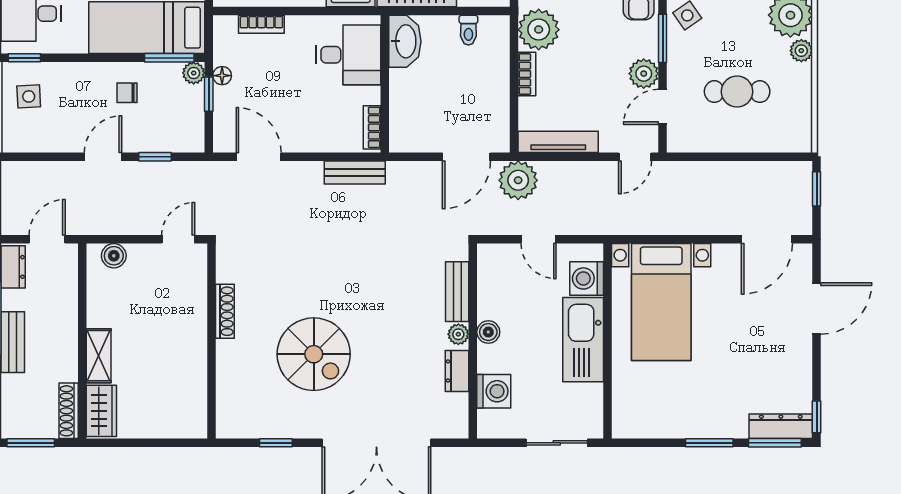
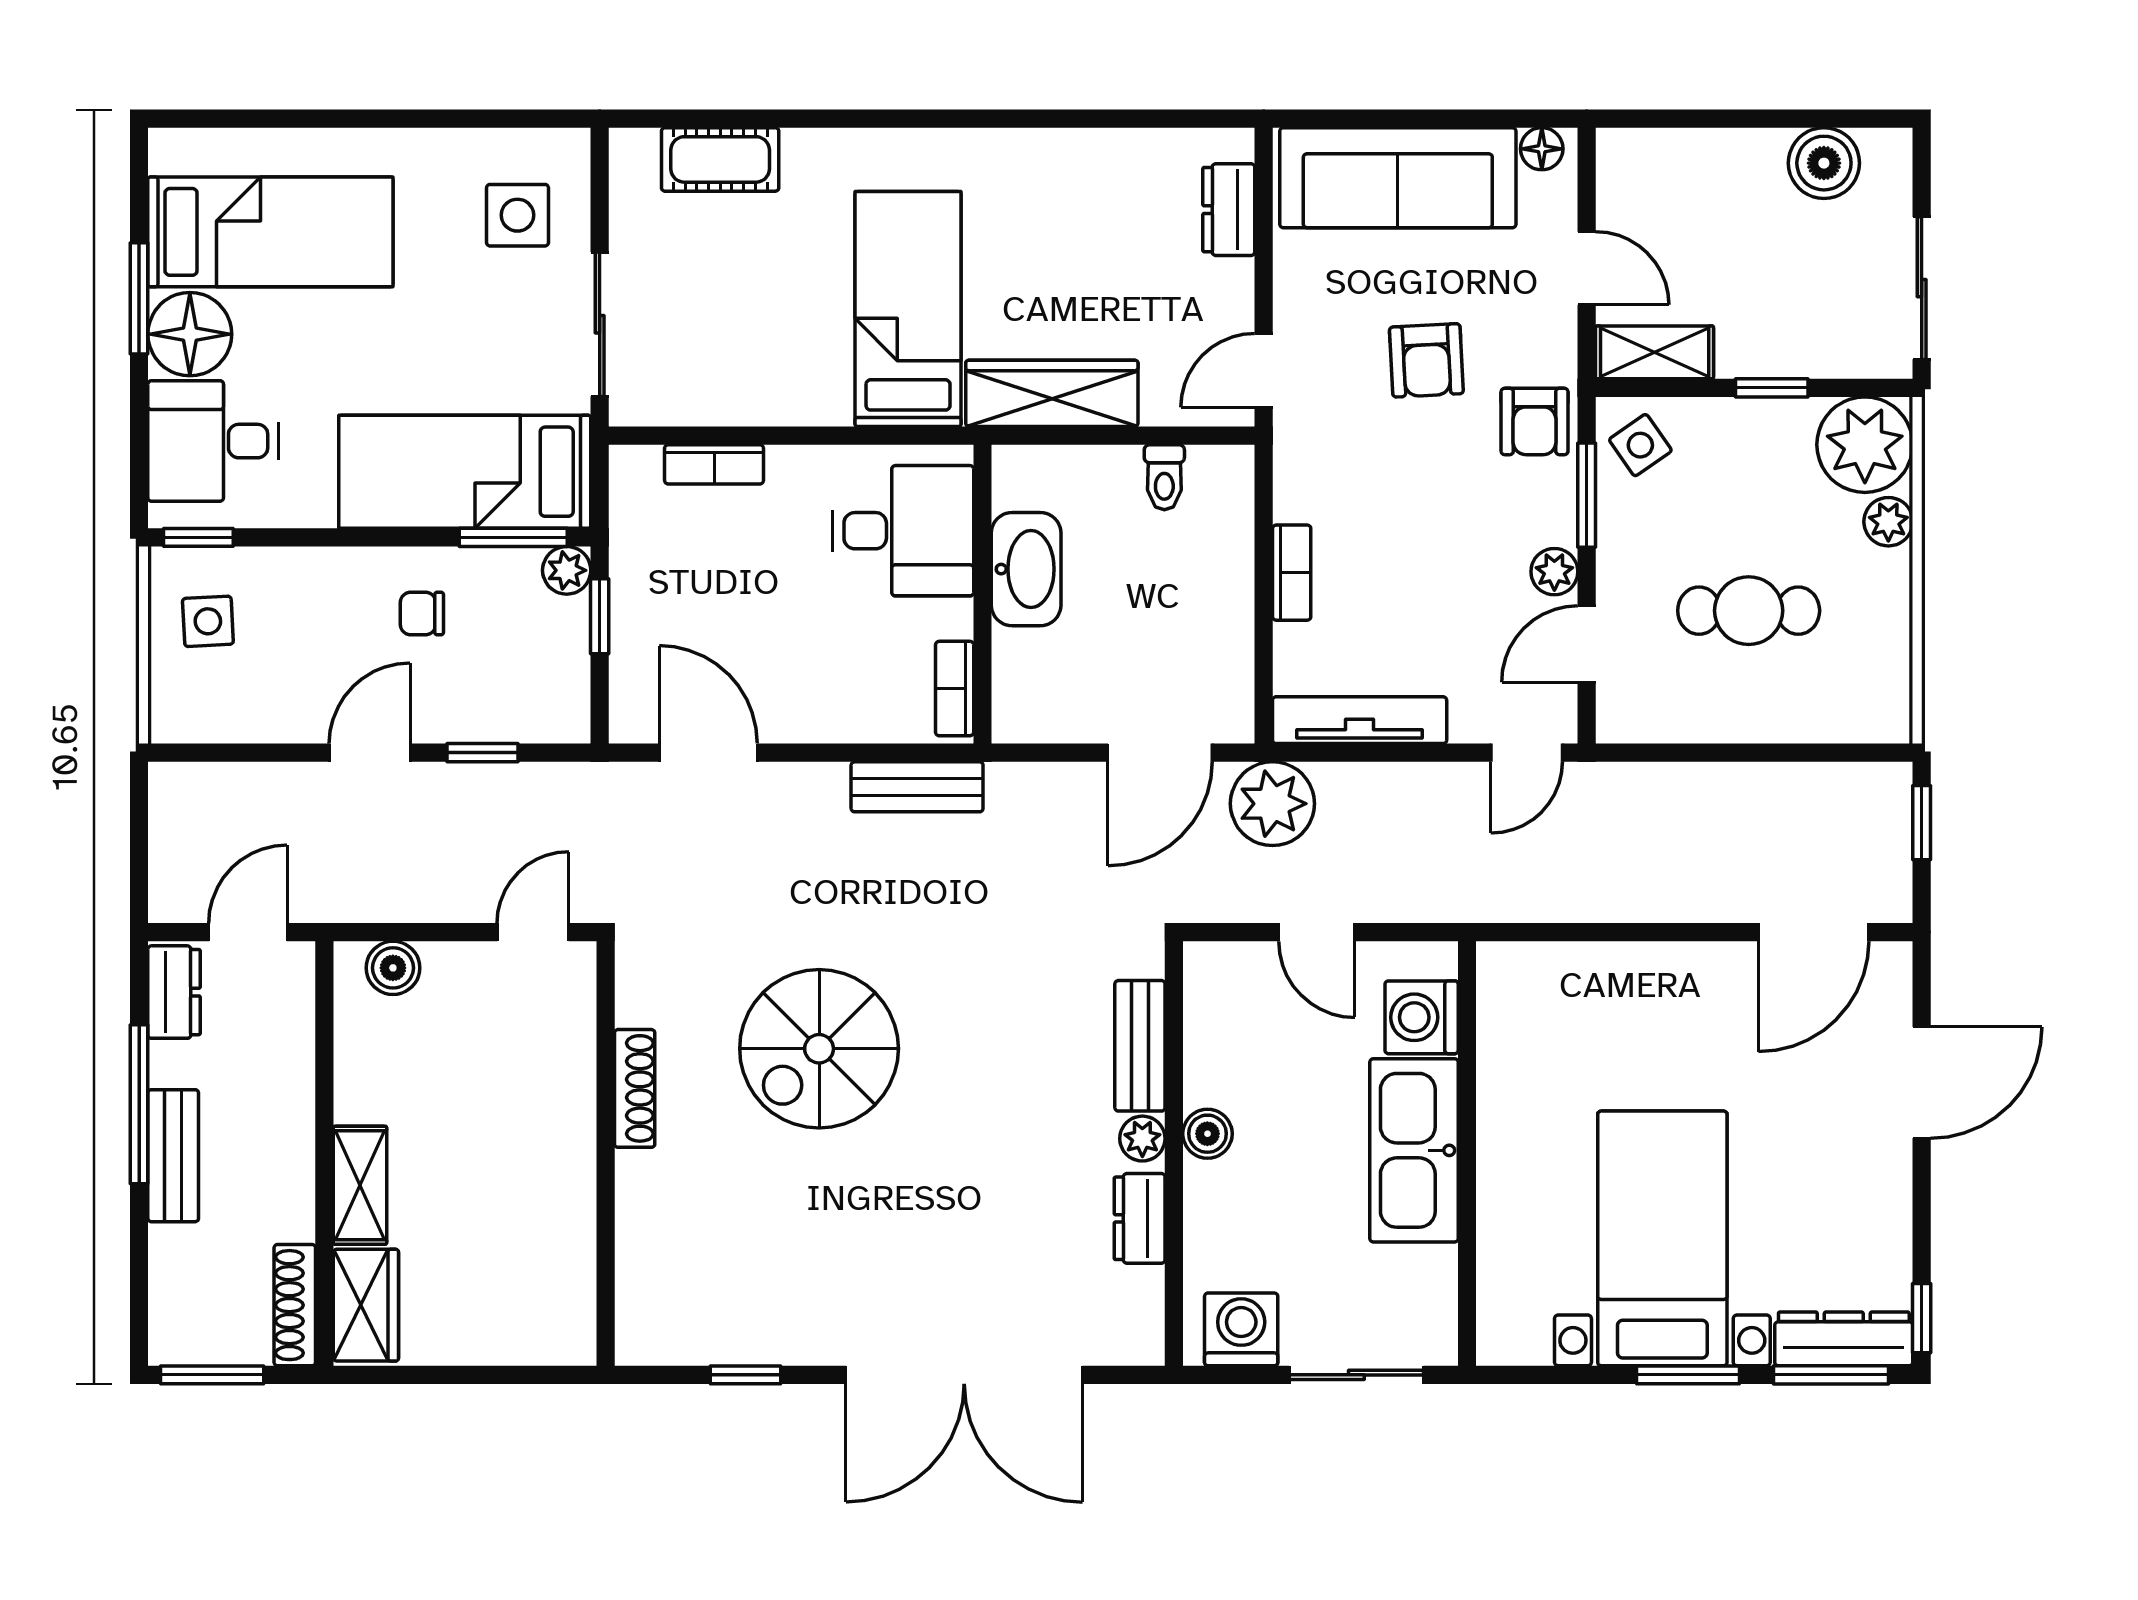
plant: (539, 30) -> (1317, 476), removed
washbasin: (405, 41) -> (1026, 569), moved
plant: (644, 74) -> (1554, 572), width x0.73, depth x0.73
floor lamp: (222, 76) -> (629, 576), removed
bed with nightstands: (661, 302) -> (1662, 1238), moved, turned 180
spiral stairs: (314, 354) -> (819, 1049), moved, turned 90
washing machine: (494, 391) -> (1241, 1329), moved, turned -90

